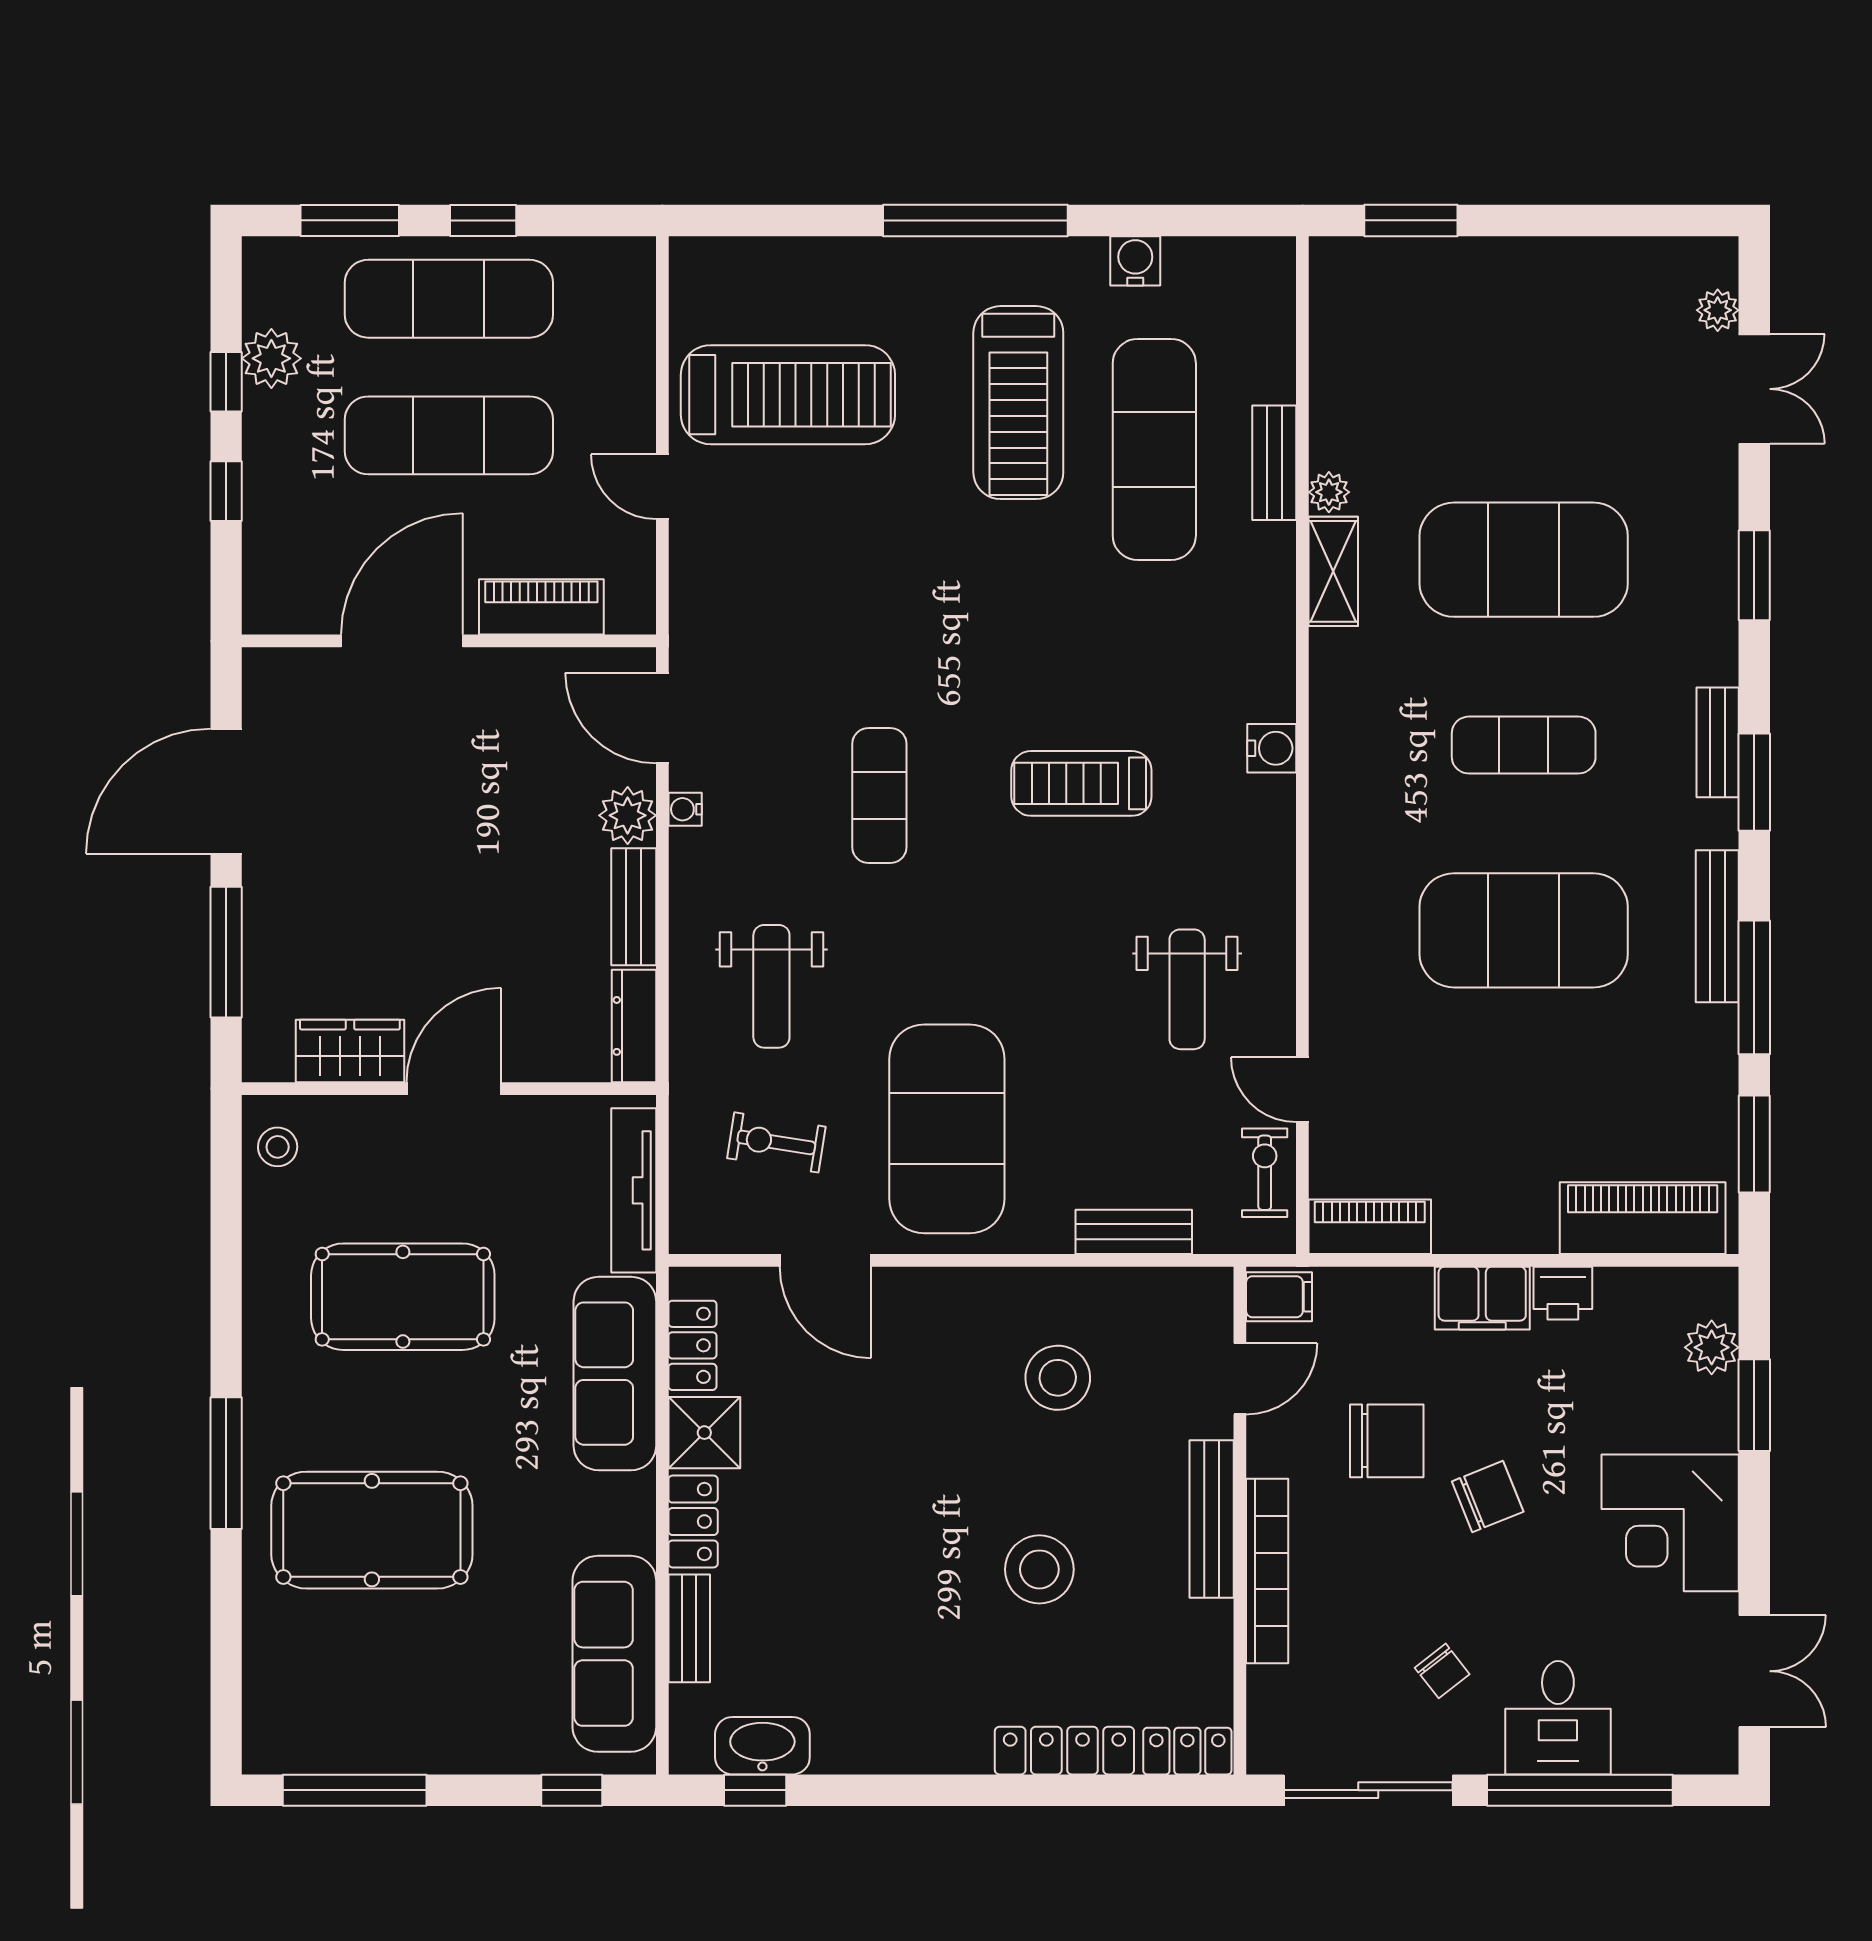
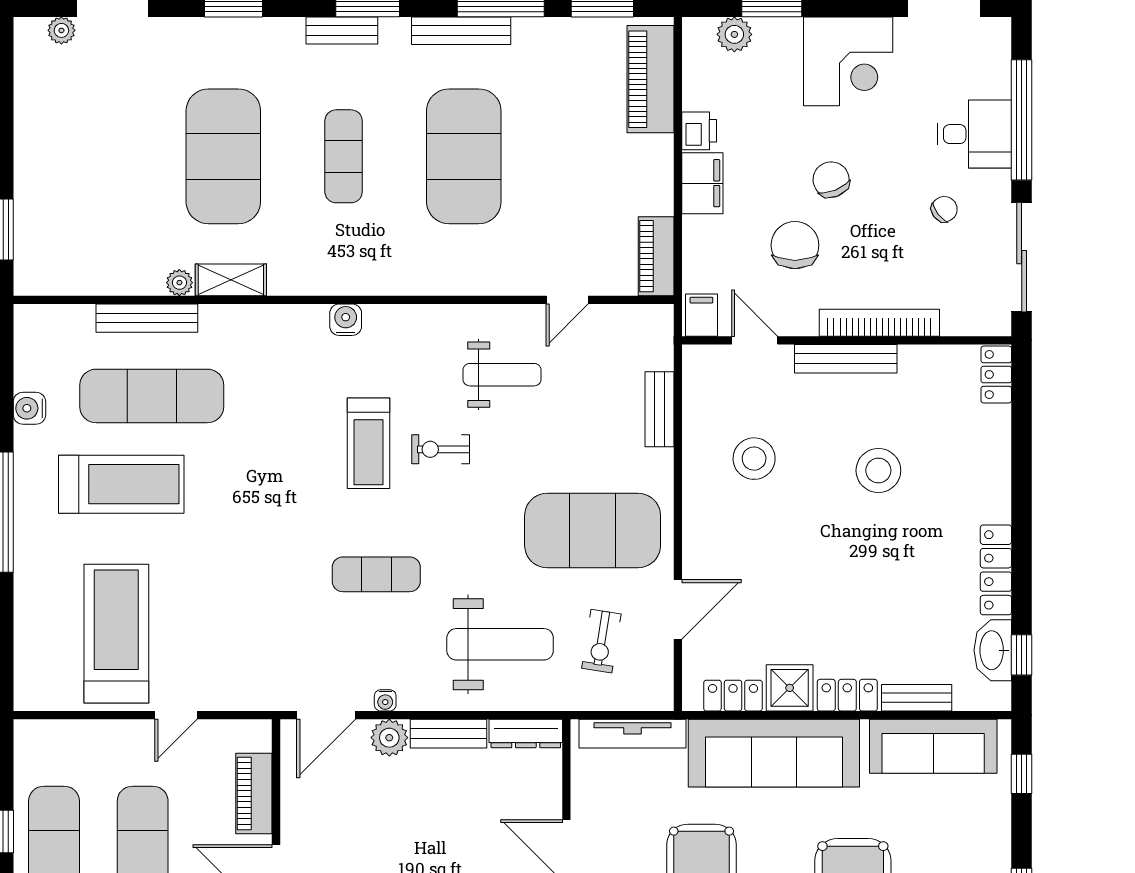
bench: (1274, 463) -> (147, 318), width x1.36
weight bench: (771, 986) -> (500, 644), width x1.36, depth x1.33
exercise bike: (1265, 1173) -> (441, 449), moved
sofa: (615, 1374) -> (774, 753), width x1.36, depth x1.27
locker: (1064, 1751) -> (996, 570), moved

